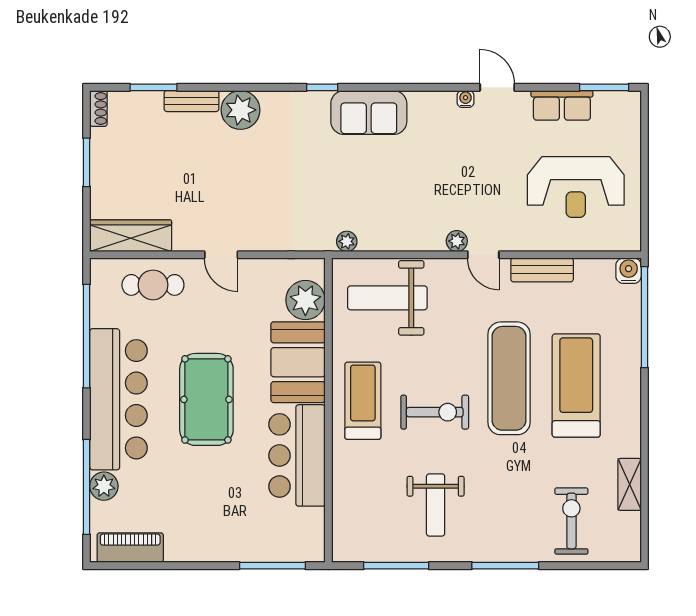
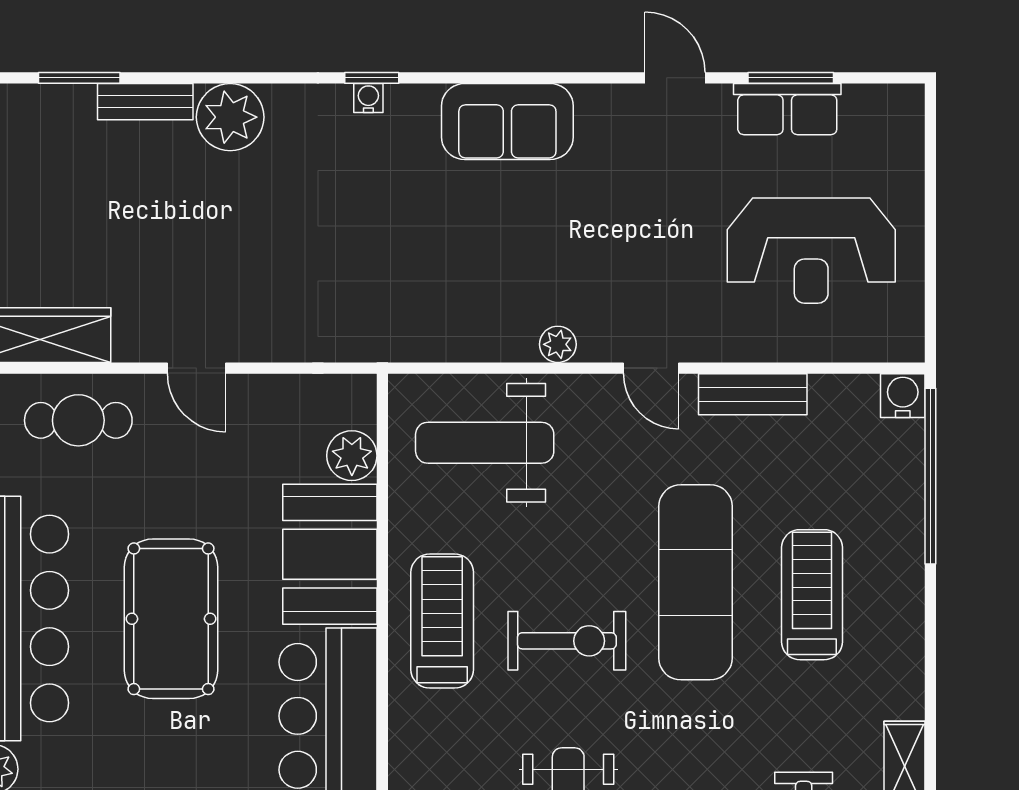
window: (604, 87) -> (791, 78), moved
water cooler: (466, 99) -> (368, 98), moved
sofa: (369, 113) -> (507, 121), moved
plant: (347, 241) -> (414, 345), removed
plant: (457, 241) -> (558, 344), moved
plant: (305, 300) -> (352, 456), width x0.73, depth x0.73
treadmill: (576, 386) -> (812, 595), width x0.73, depth x0.73

